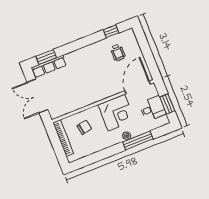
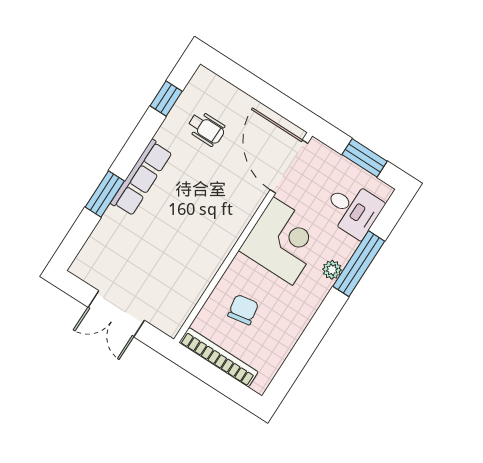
window: (46, 57) -> (105, 194), moved
row of seats: (49, 66) -> (141, 178), moved
double door: (38, 96) -> (116, 314), width x0.73
desk: (153, 108) -> (353, 209), moved, turned 90

